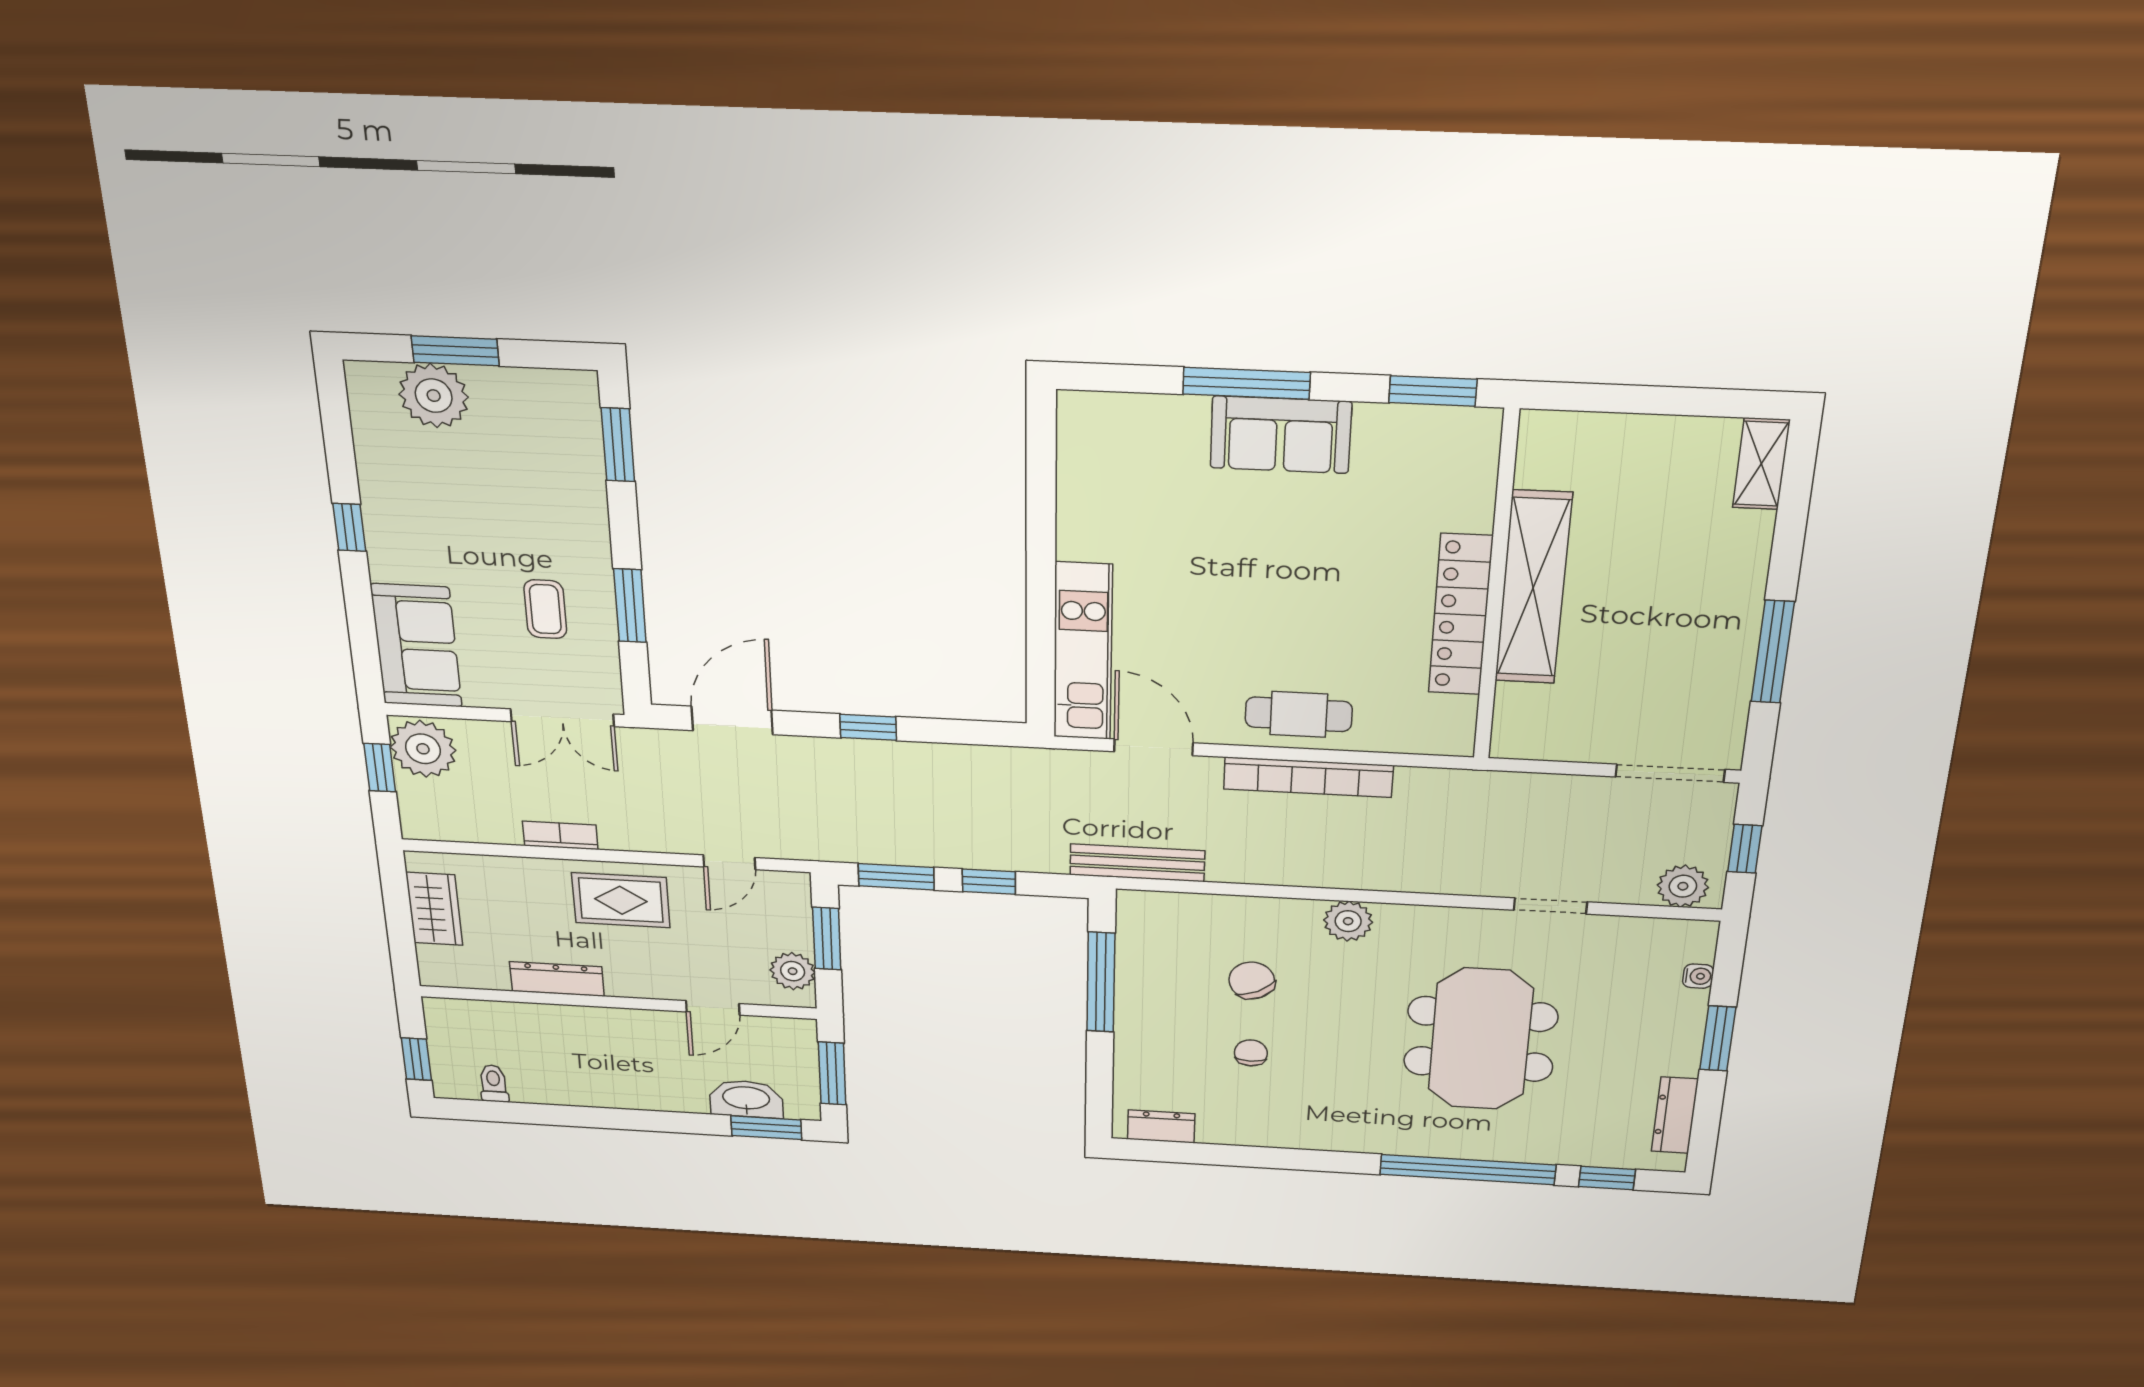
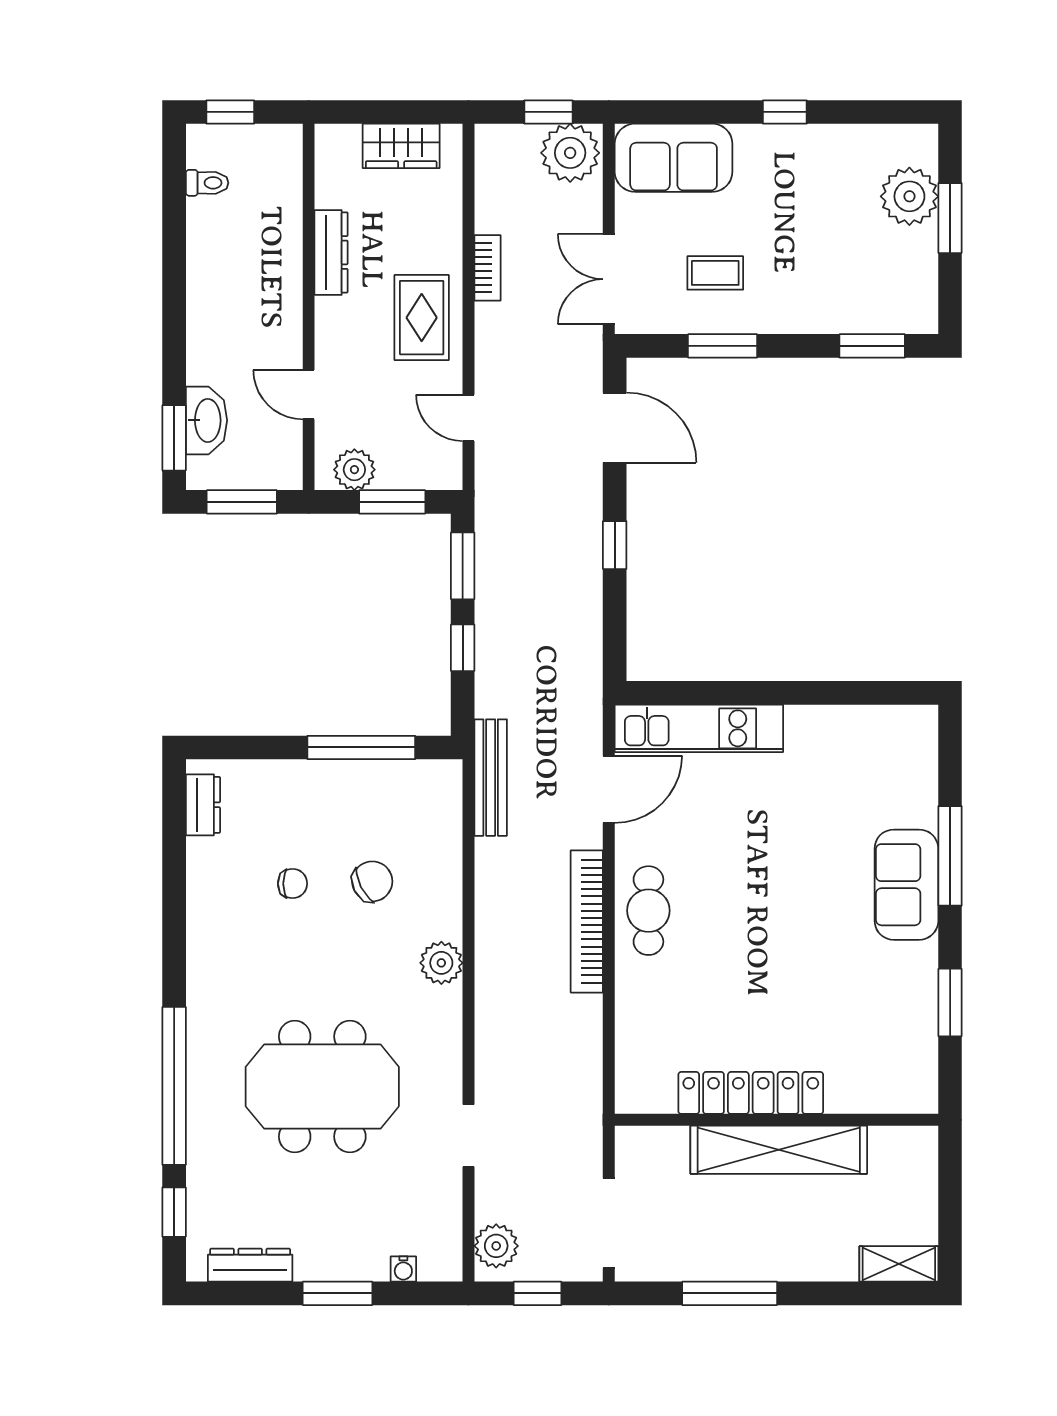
shelving: (1533, 588) -> (779, 1150), moved
wall: (1496, 589) -> (777, 1120), moved
locker: (1460, 615) -> (751, 1093), moved

